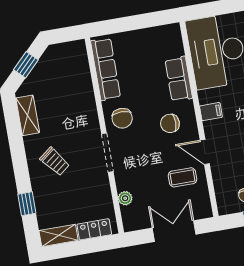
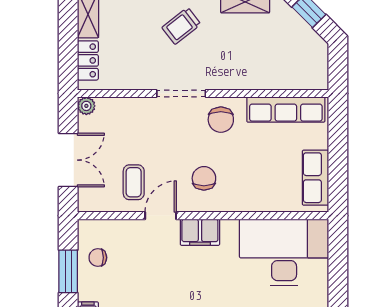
row of seats: (179, 79) -> (316, 178), moved, turned -90
filing cabinet: (211, 112) -> (200, 232), width x2.00
chair: (122, 118) -> (221, 120), turned -90
plant: (125, 198) -> (86, 106), moved

